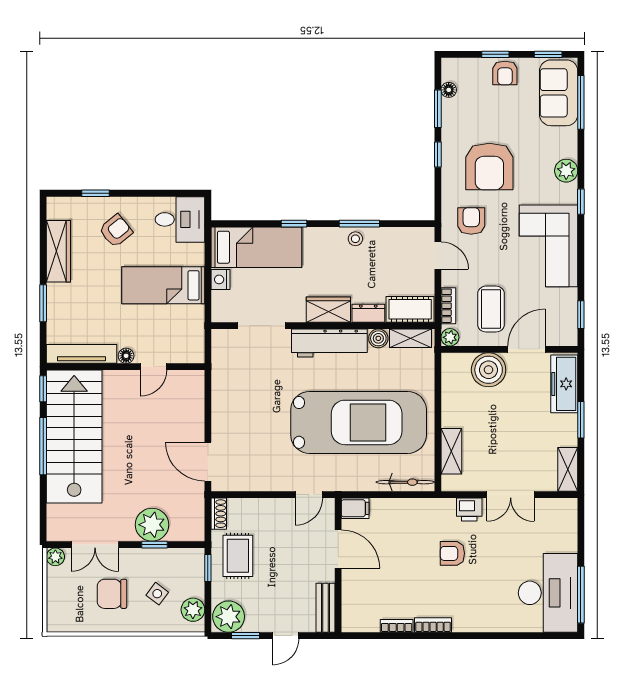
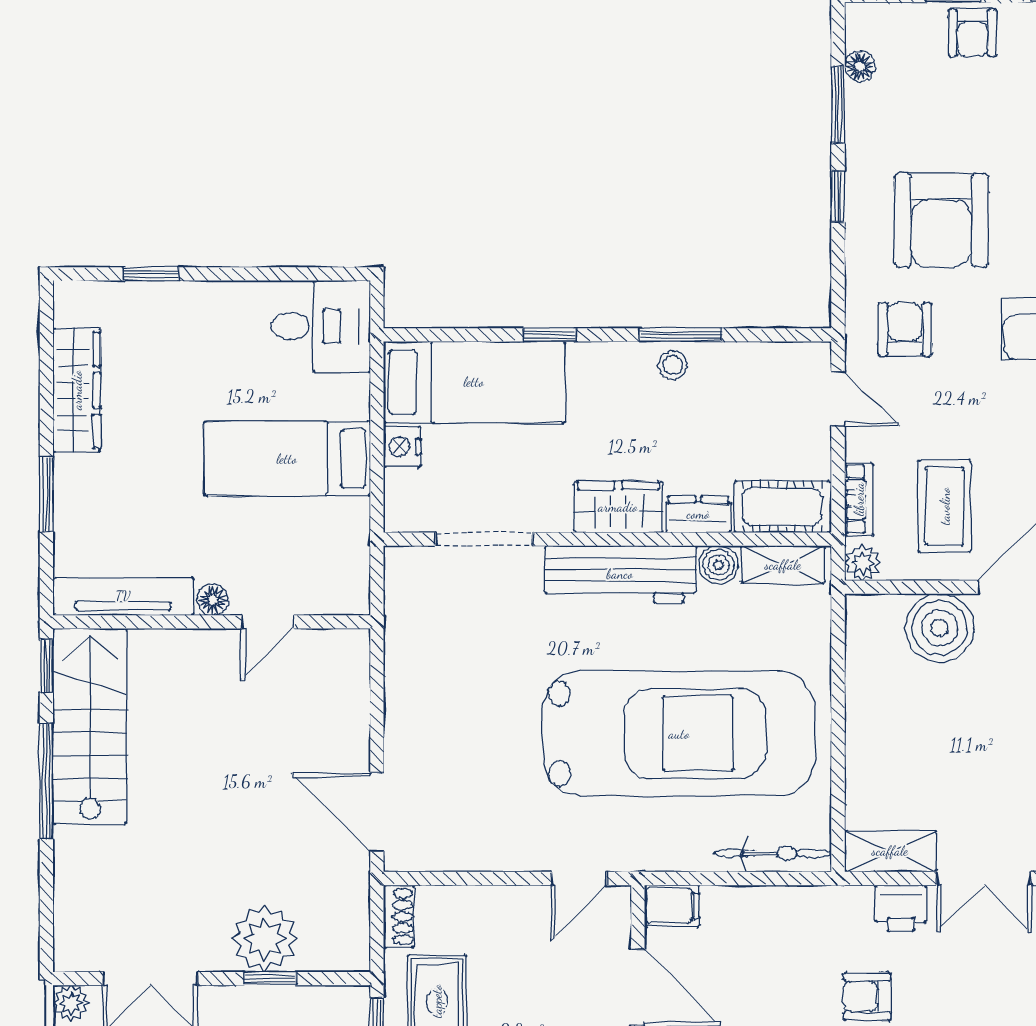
armchair: (116, 231) -> (192, 349), removed
stairs: (74, 437) -> (90, 726), width x0.73, depth x0.66
shelving: (451, 451) -> (890, 851), moved, turned 90

